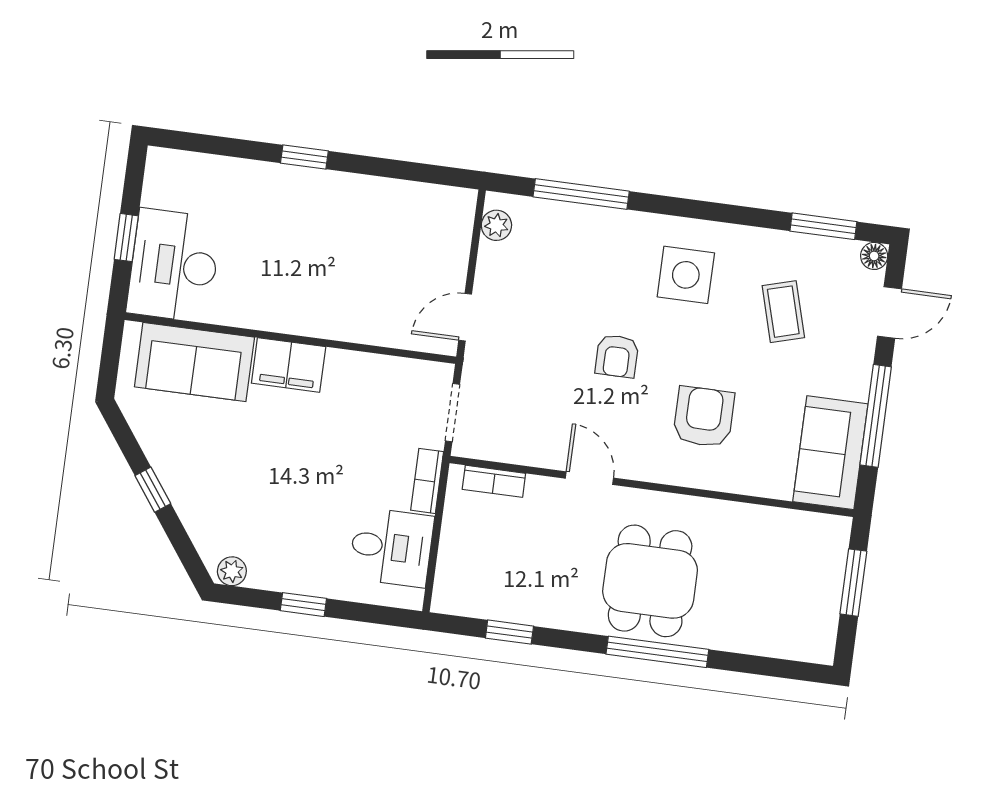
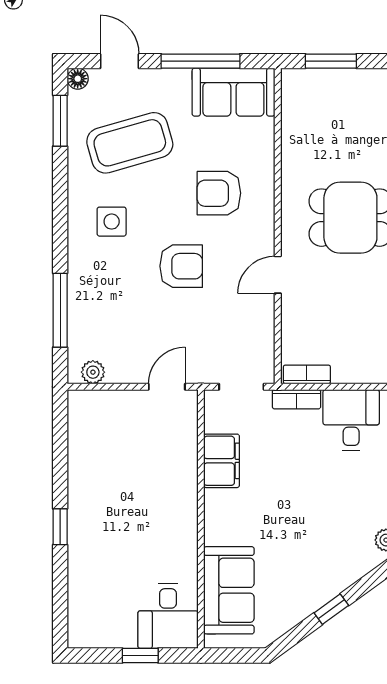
desk: (174, 265) -> (168, 616), width x0.73
side table: (686, 275) -> (112, 222), width x0.73, depth x0.73
coffee table: (783, 312) -> (130, 143), width x1.86, depth x1.72
door: (465, 317) -> (167, 387), swing flipped
armchair: (617, 356) -> (181, 266), width x1.38, depth x1.38
filing cabinet: (289, 365) -> (222, 461), moved
bookcase: (494, 481) -> (307, 374), moved, turned -90

